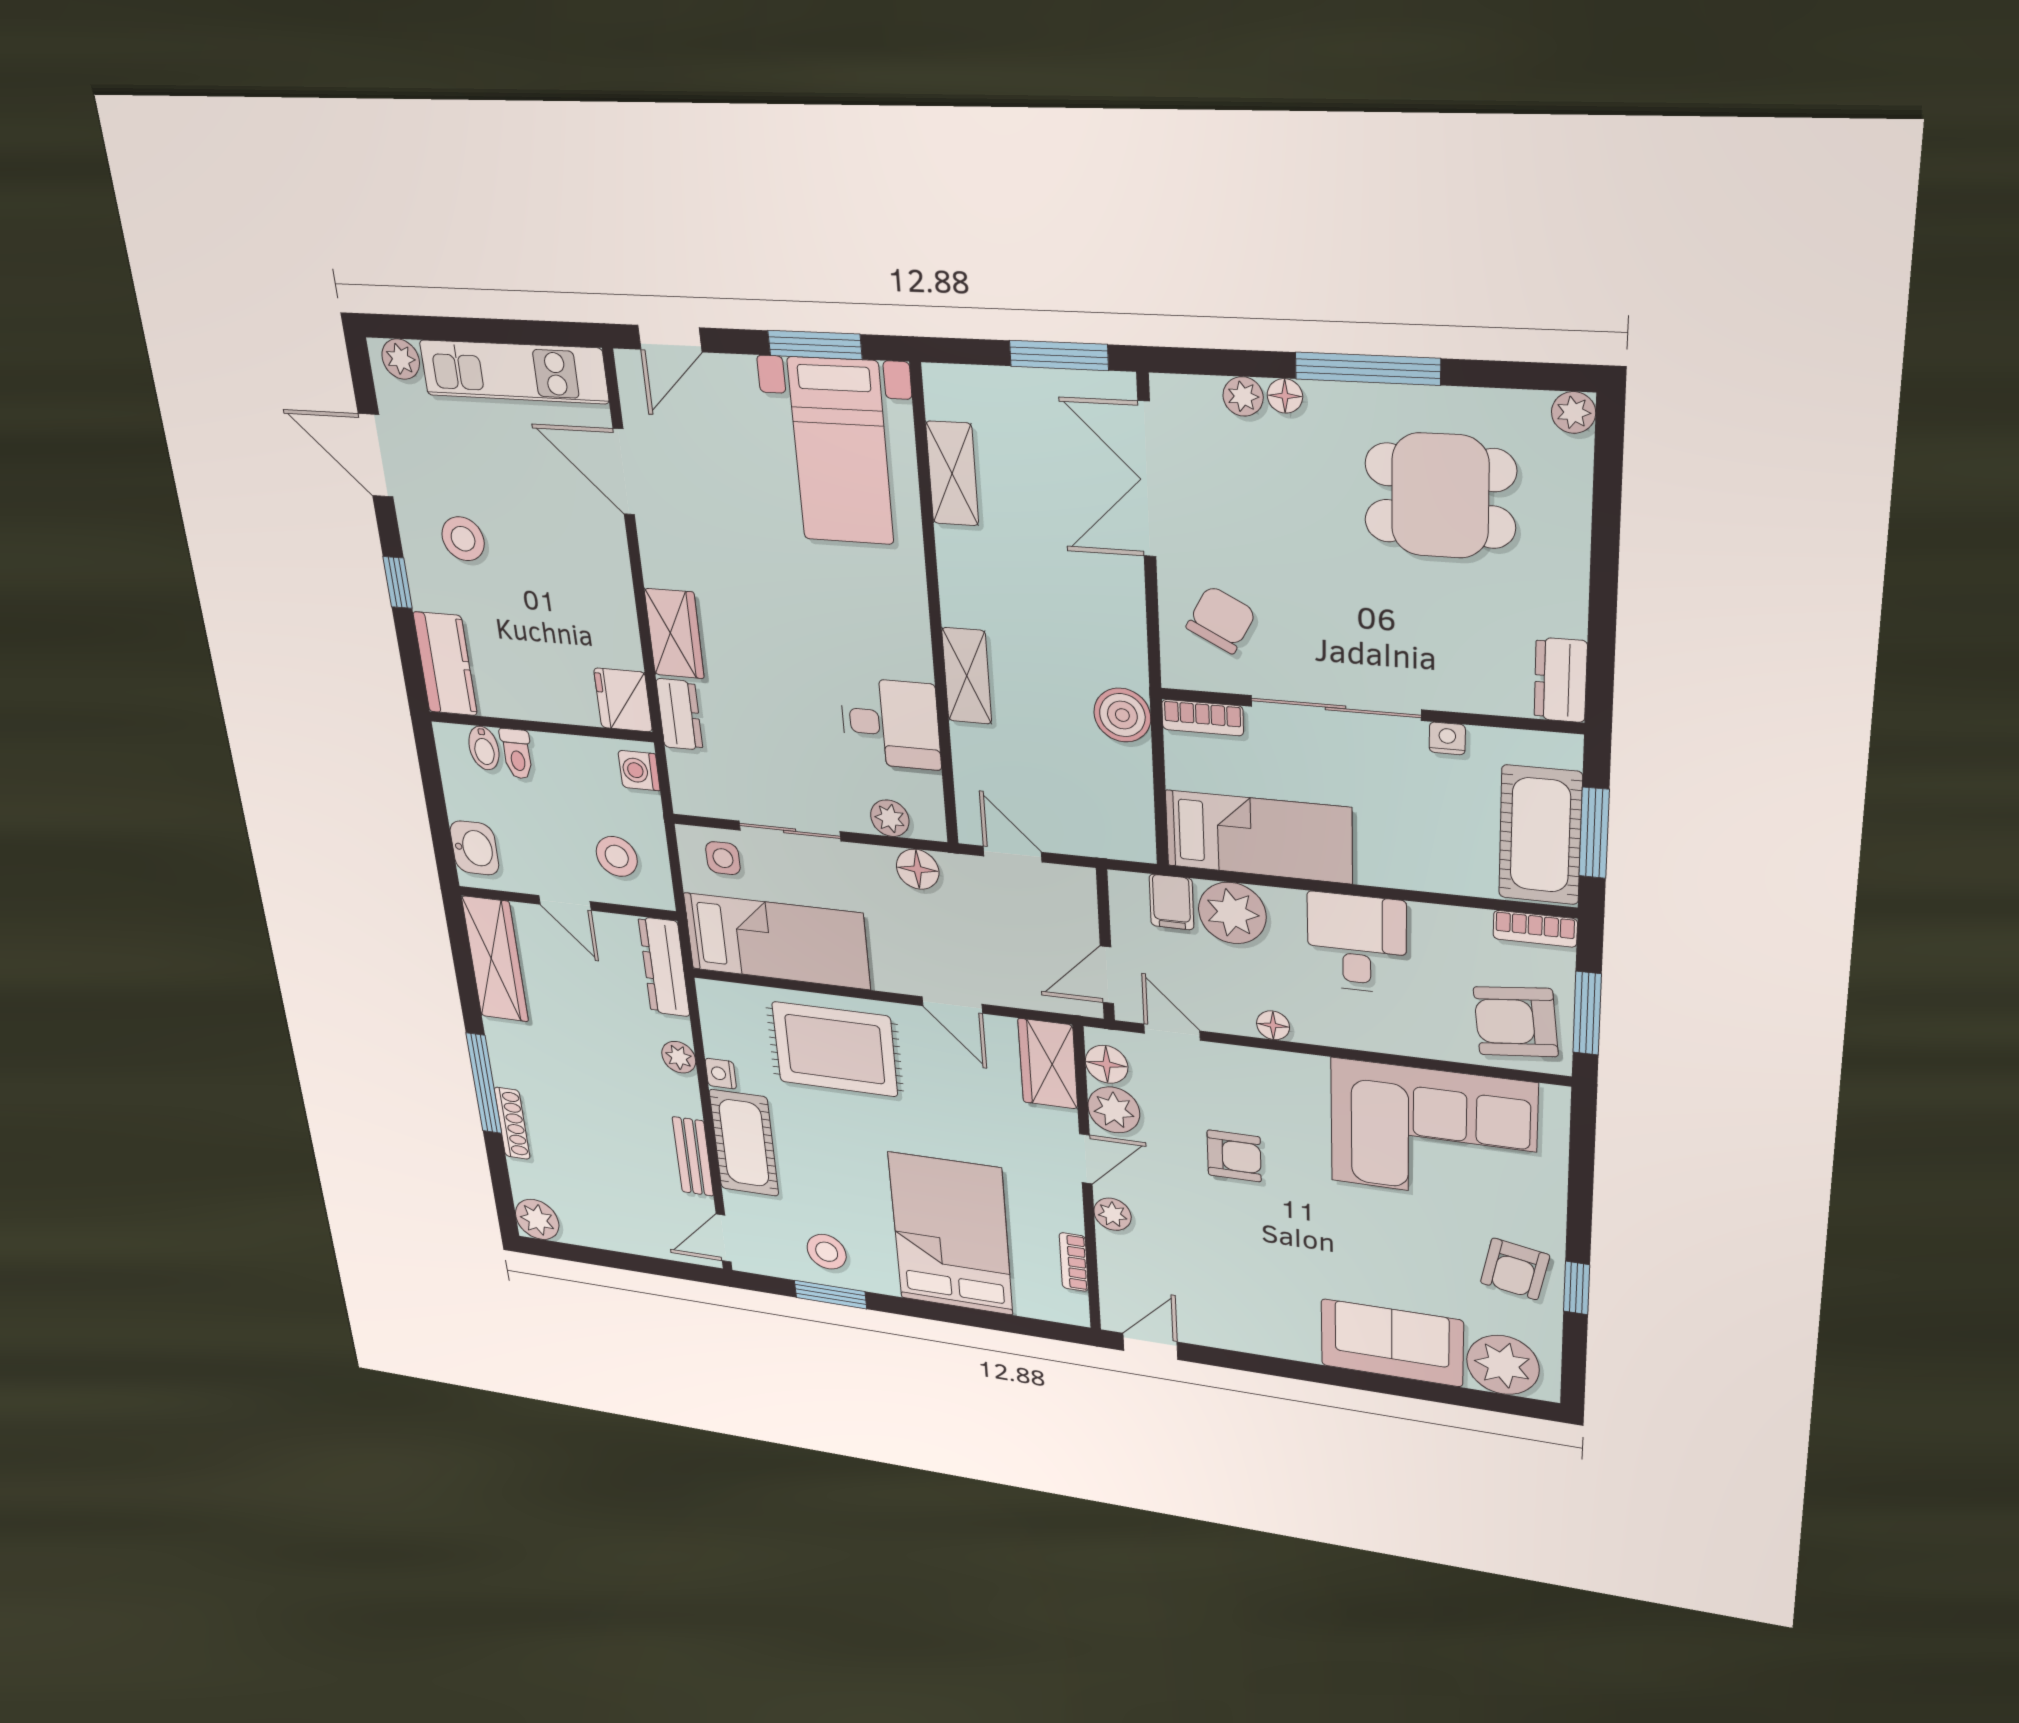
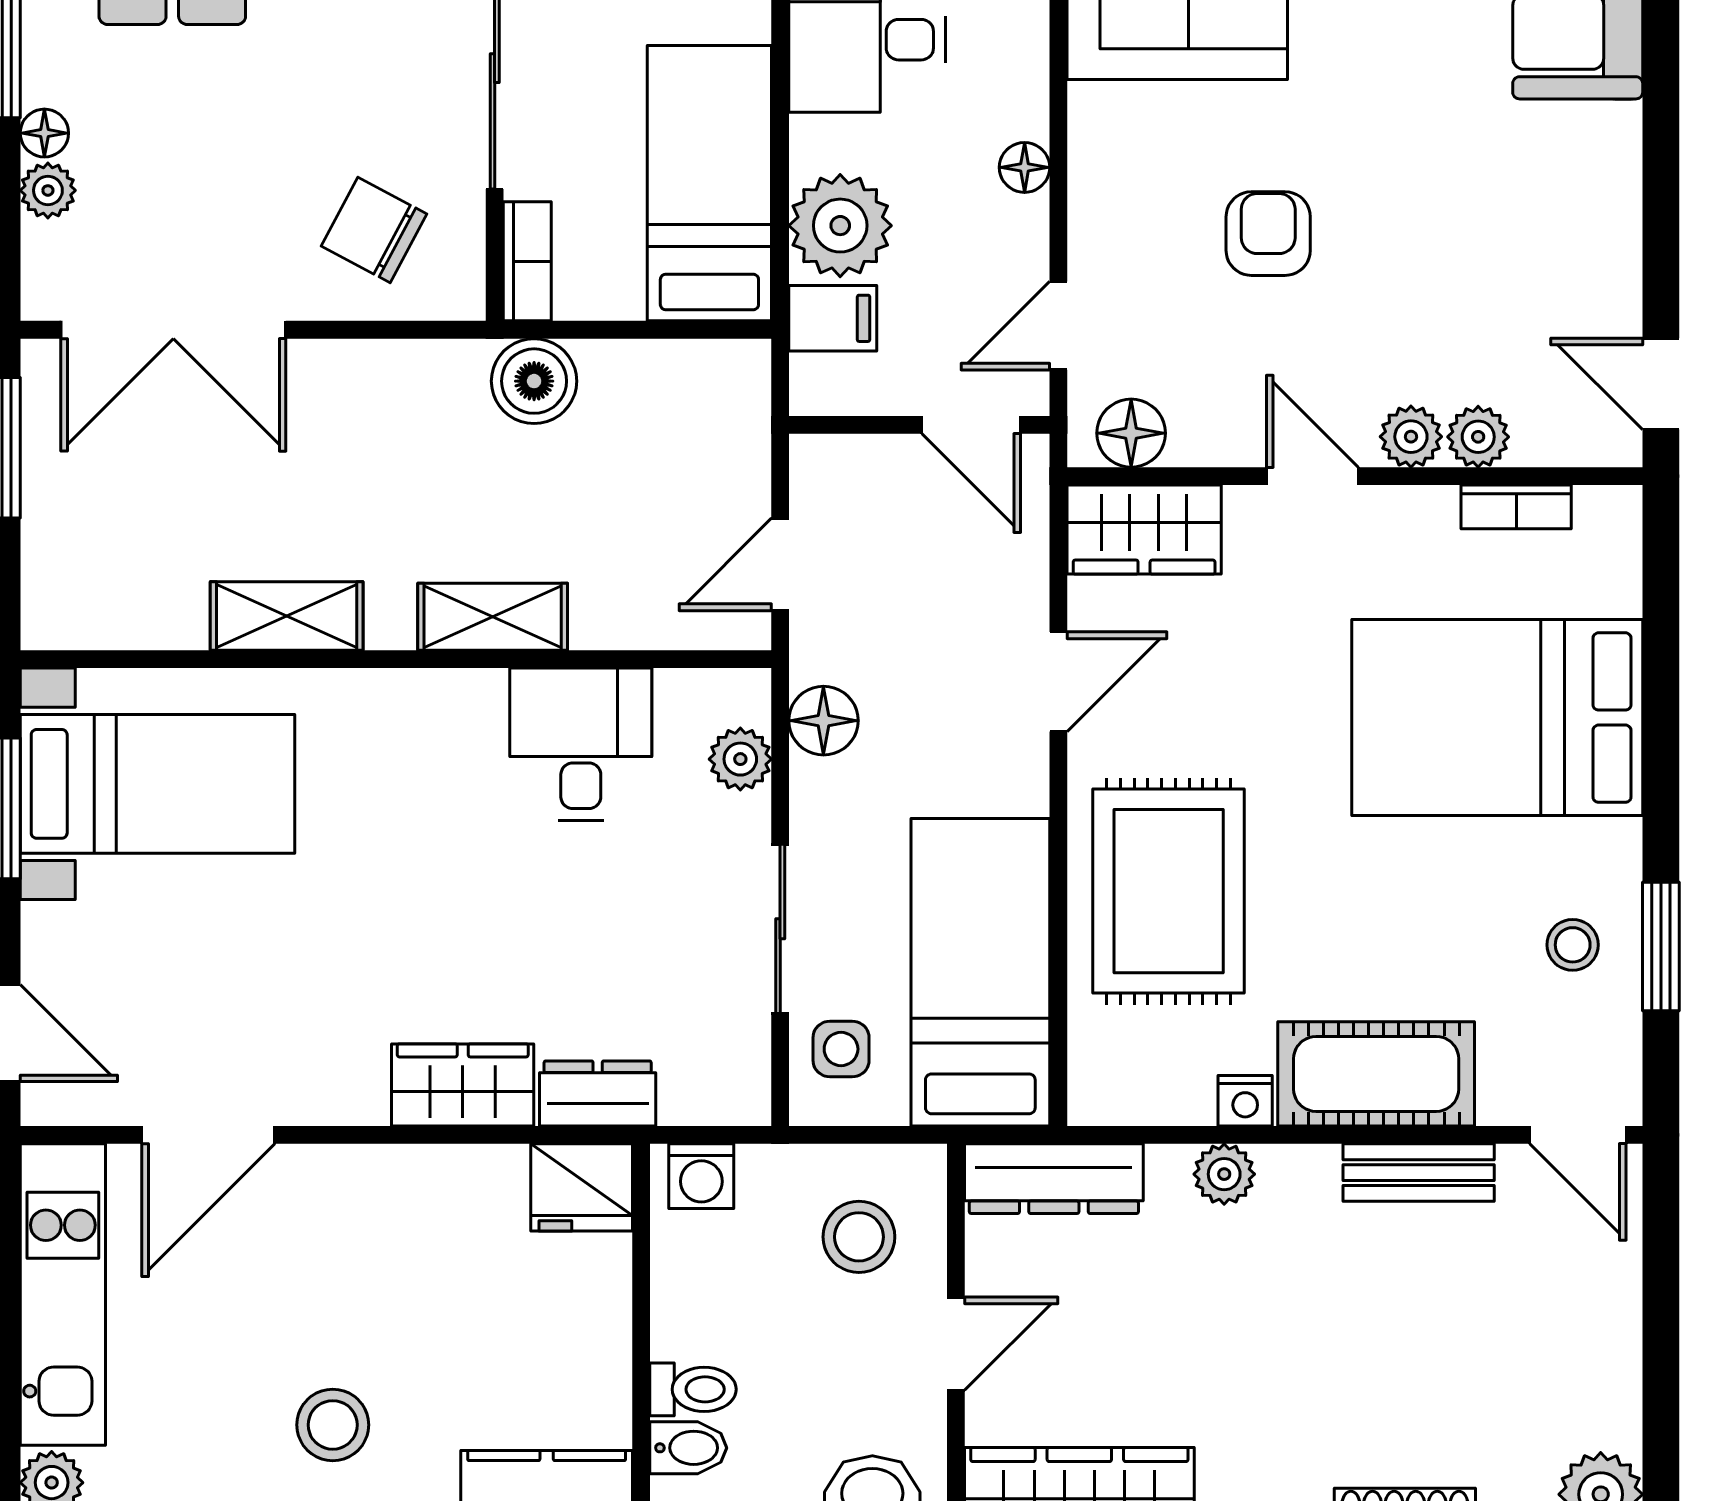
shelving: (952, 474) -> (287, 616), moved
plant: (1114, 1110) -> (1478, 437), moved, width x0.73, depth x0.73
stool: (827, 1252) -> (1573, 945), width x0.73, depth x0.73

